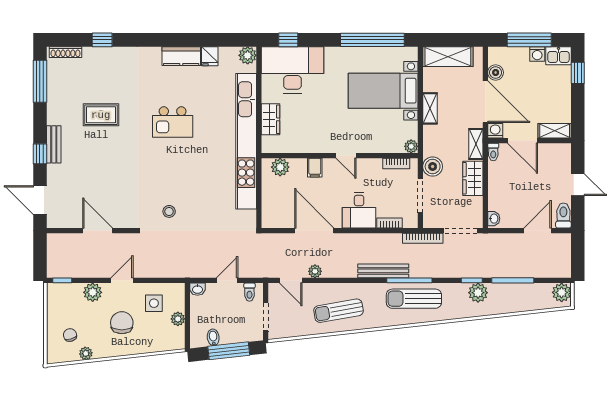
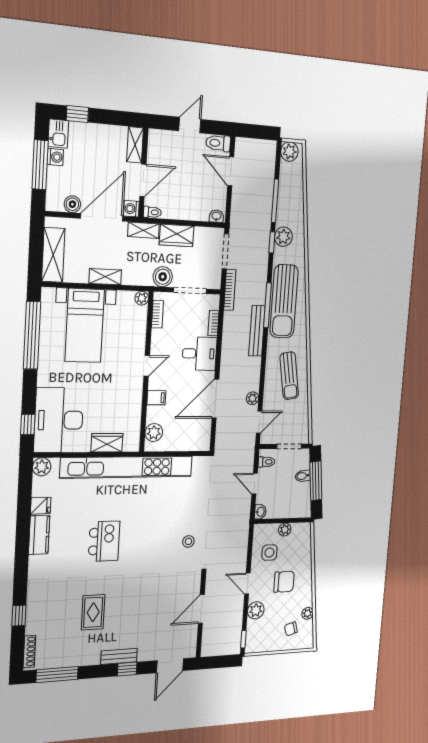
sun lounger: (414, 299) -> (284, 301), width x1.36, depth x1.34
chair: (122, 323) -> (284, 582), turned 180
bidet: (213, 337) -> (303, 476), moved

